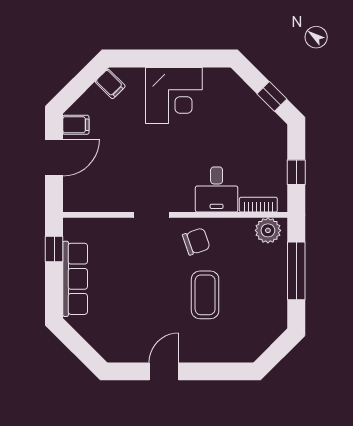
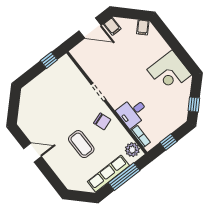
corner desk: (174, 95) -> (169, 72), moved
row of seats: (75, 279) -> (108, 174), moved, turned 180
coffee table: (205, 295) -> (81, 144), turned 90

